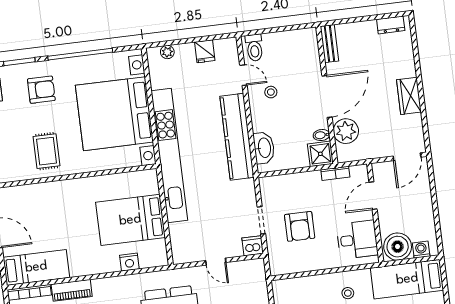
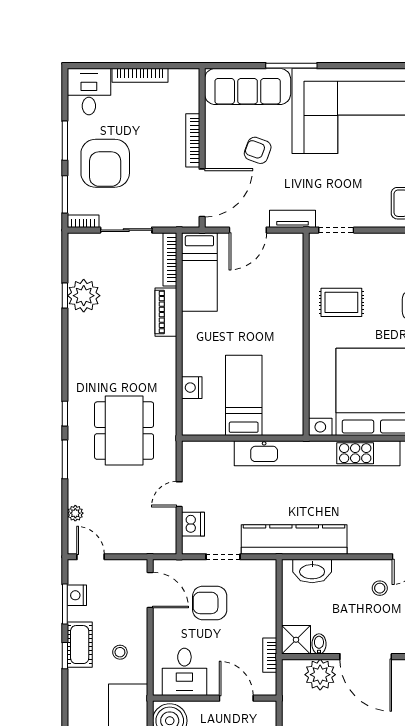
kitchen counter: (237, 137) -> (294, 539), moved
bed: (130, 220) -> (244, 395), width x0.67
dishwasher: (253, 246) -> (193, 524), moved
door: (295, 275) -> (150, 590), added

